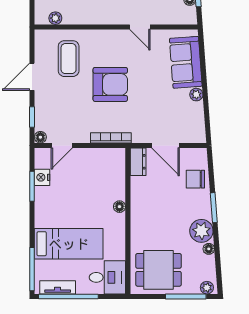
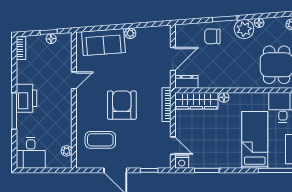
floor lamp: (40, 137) -> (166, 163), removed
wardrobe: (115, 174) -> (196, 101), added
nightstand: (42, 177) -> (182, 162), moved
chair: (195, 179) -> (212, 36), moved, turned 90

